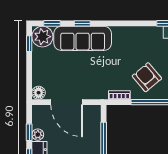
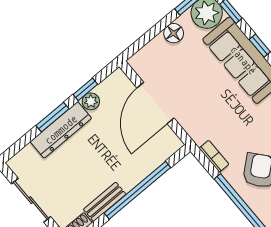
floor lamp: (39, 93) -> (174, 33), moved

